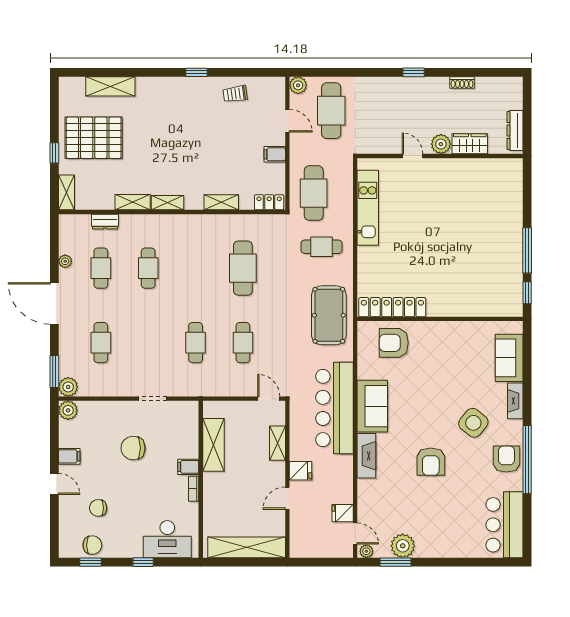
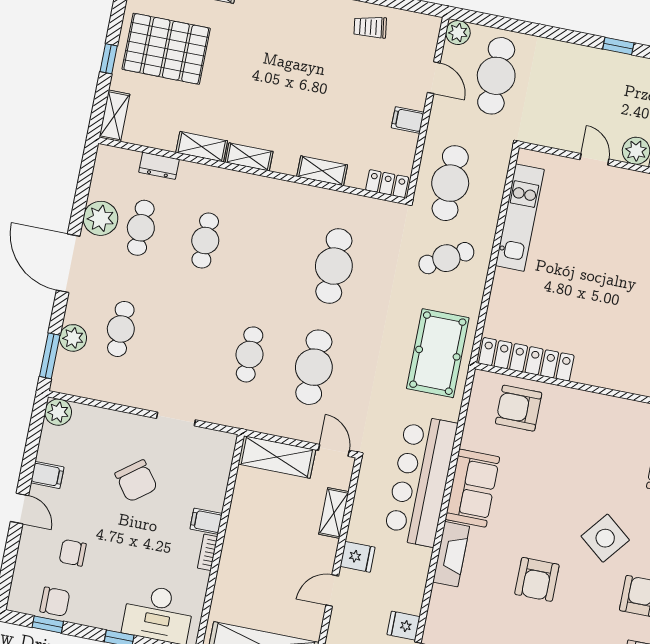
cafe table: (322, 247) -> (446, 258), turned -30
plant: (65, 261) -> (101, 218), width x1.88, depth x1.88
cafe table: (243, 343) -> (314, 367), width x1.37, depth x1.35
plant: (68, 387) -> (73, 338), moved
shelving: (213, 445) -> (277, 457), moved, turned 90
chair: (133, 448) -> (136, 481), turned -127

